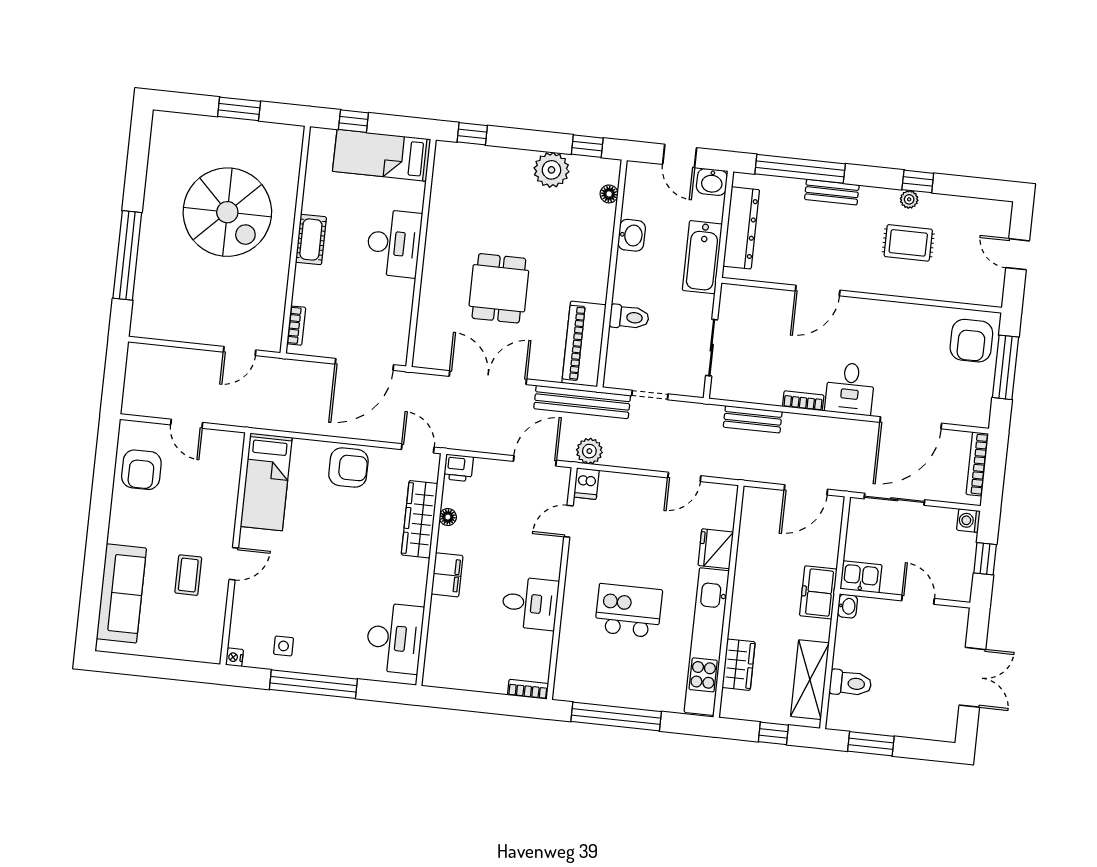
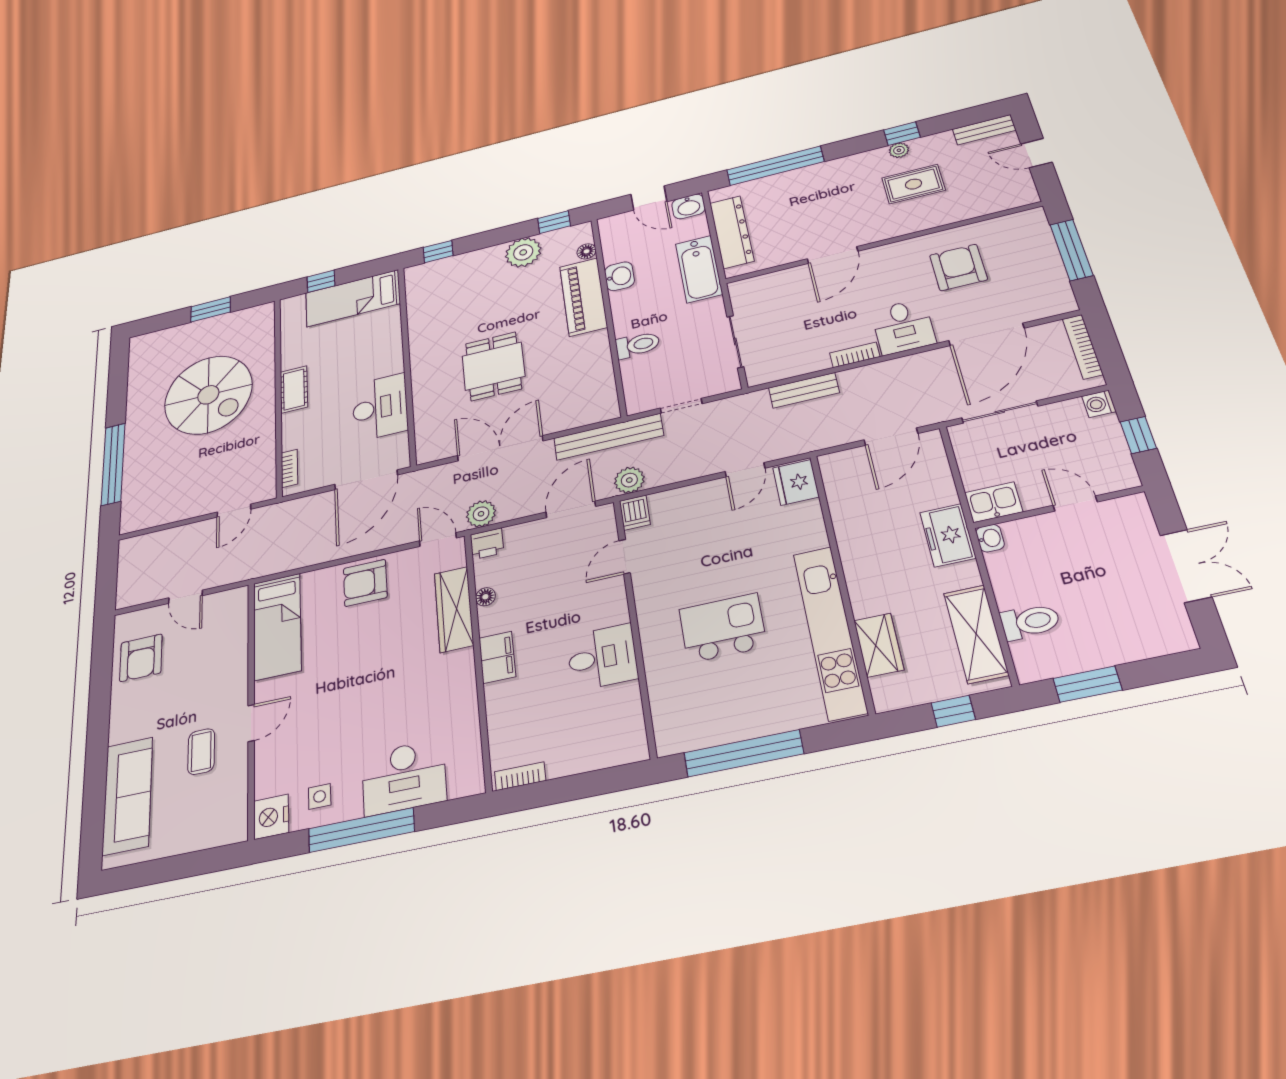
bench: (832, 192) -> (984, 130), moved
desk: (394, 243) -> (380, 407), moved
armchair: (971, 341) -> (958, 267), moved, turned 180
piano: (584, 344) -> (583, 297), moved
plant: (459, 437) -> (481, 514), added
armchair: (348, 467) -> (365, 583), turned 180
fridge: (716, 549) -> (796, 482), moved
desk: (395, 638) -> (404, 777), moved, turned 90
nightstand: (234, 657) -> (271, 817), width x1.89, depth x1.79
bookcase: (528, 689) -> (520, 776), moved

